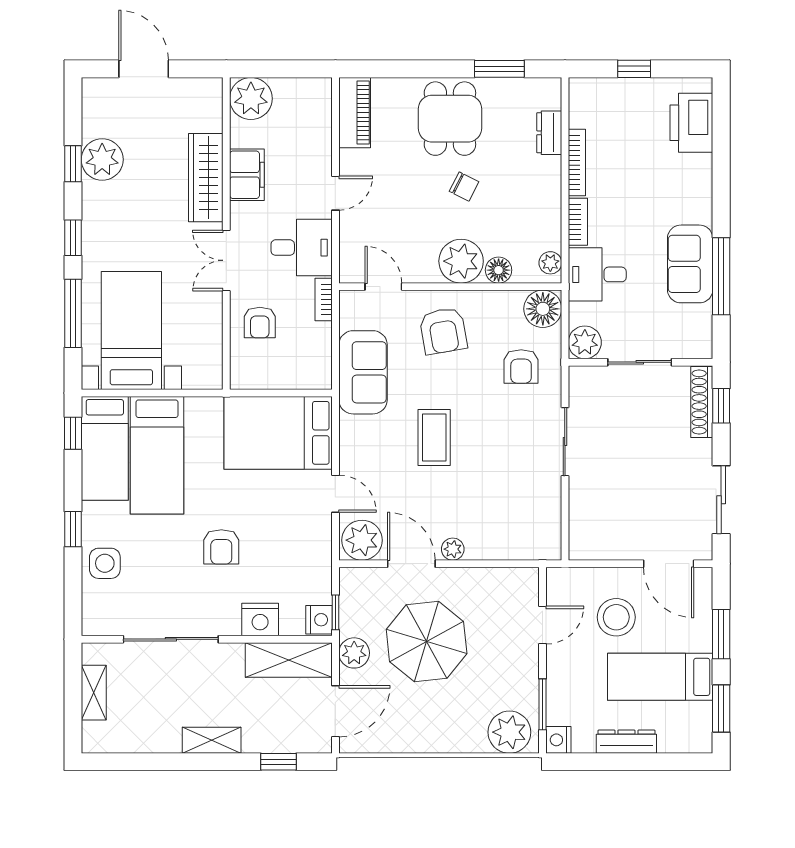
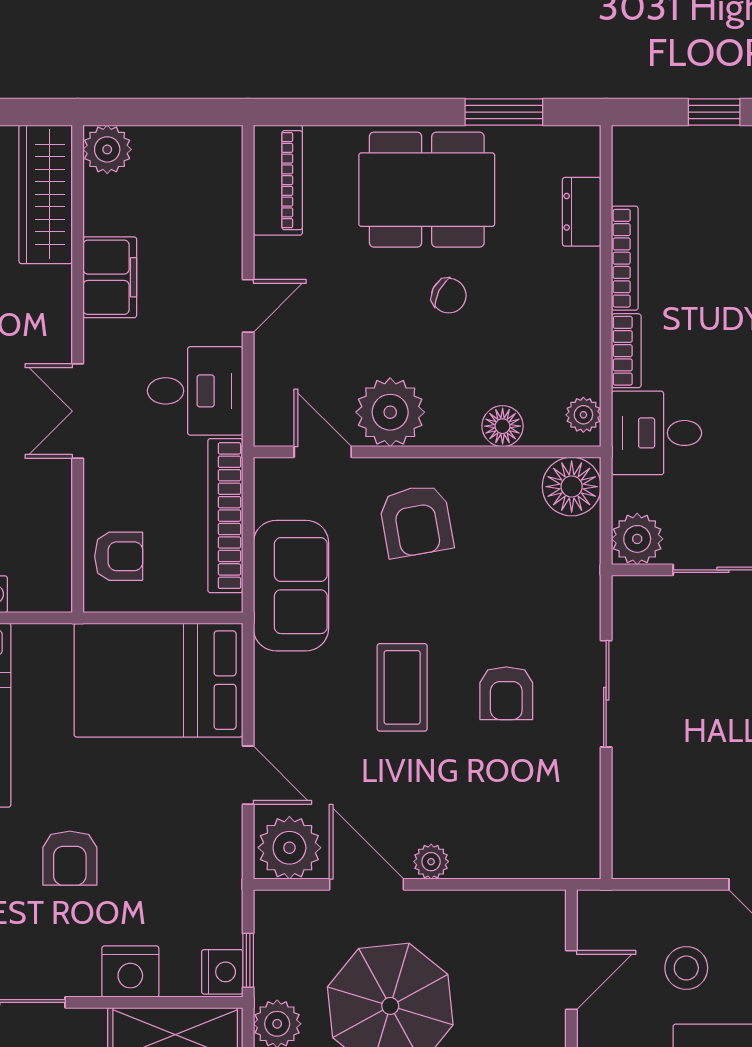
plant: (251, 99) -> (107, 149), width x0.73, depth x0.73
dining table: (450, 119) -> (427, 190), width x1.38
wardrobe: (206, 178) -> (46, 194), moved
plant: (461, 261) -> (390, 412), moved
bookcase: (324, 299) -> (225, 516), width x2.31, depth x1.31
armchair: (260, 323) -> (119, 556), moved, turned -90
armchair: (521, 366) -> (506, 693), moved
stool: (616, 617) -> (686, 968), width x0.73, depth x0.73

